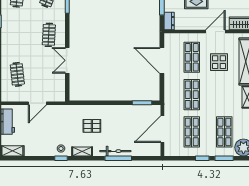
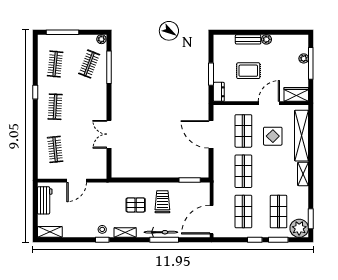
clothes rail: (49, 35) -> (55, 107), moved
trolley: (117, 123) -> (162, 202), added
door: (162, 129) -> (212, 220), moved

